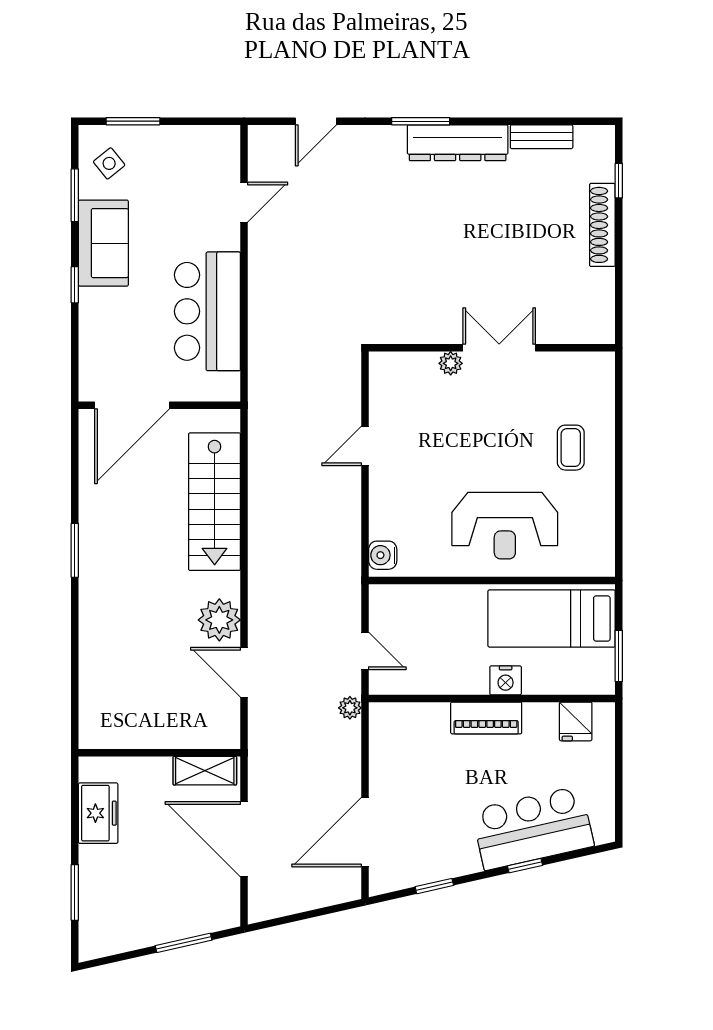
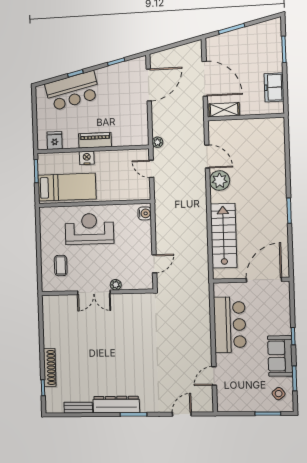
wall: (492, 348) -> (97, 292), moved
double door: (499, 348) -> (94, 292), moved
plant: (451, 363) -> (116, 285), moved

